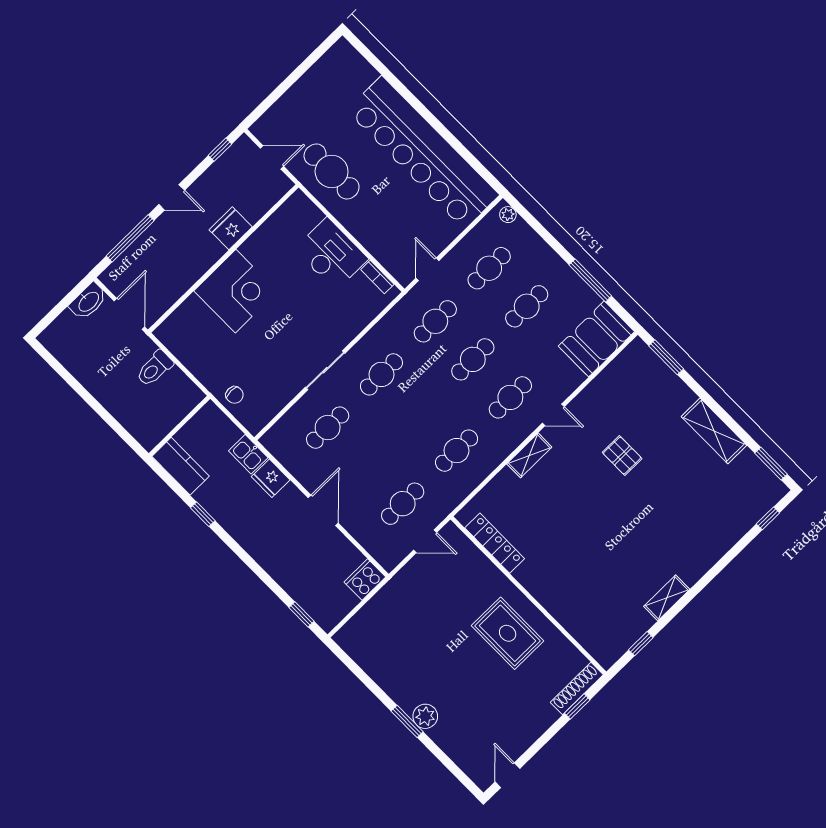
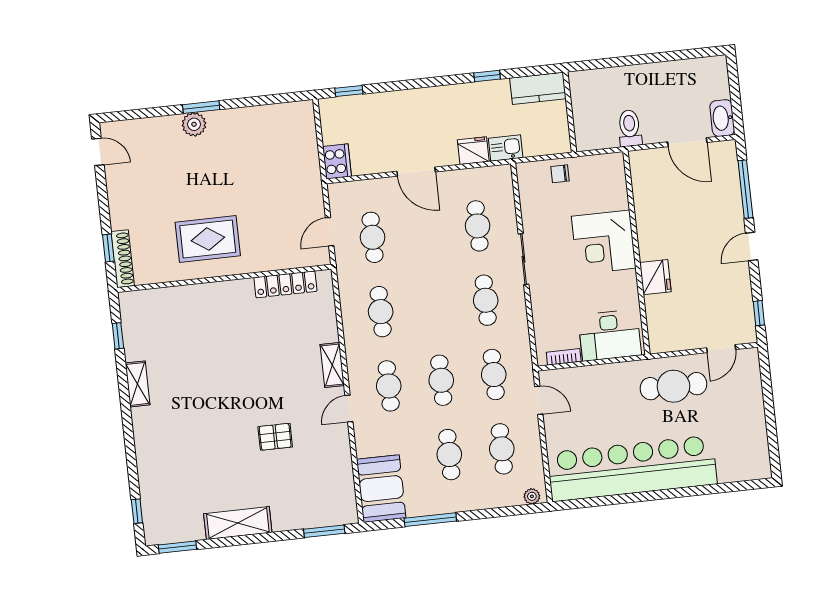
fridge: (231, 228) -> (655, 277), moved
wall: (223, 259) -> (636, 253), moved
corner desk: (236, 291) -> (604, 242), moved

